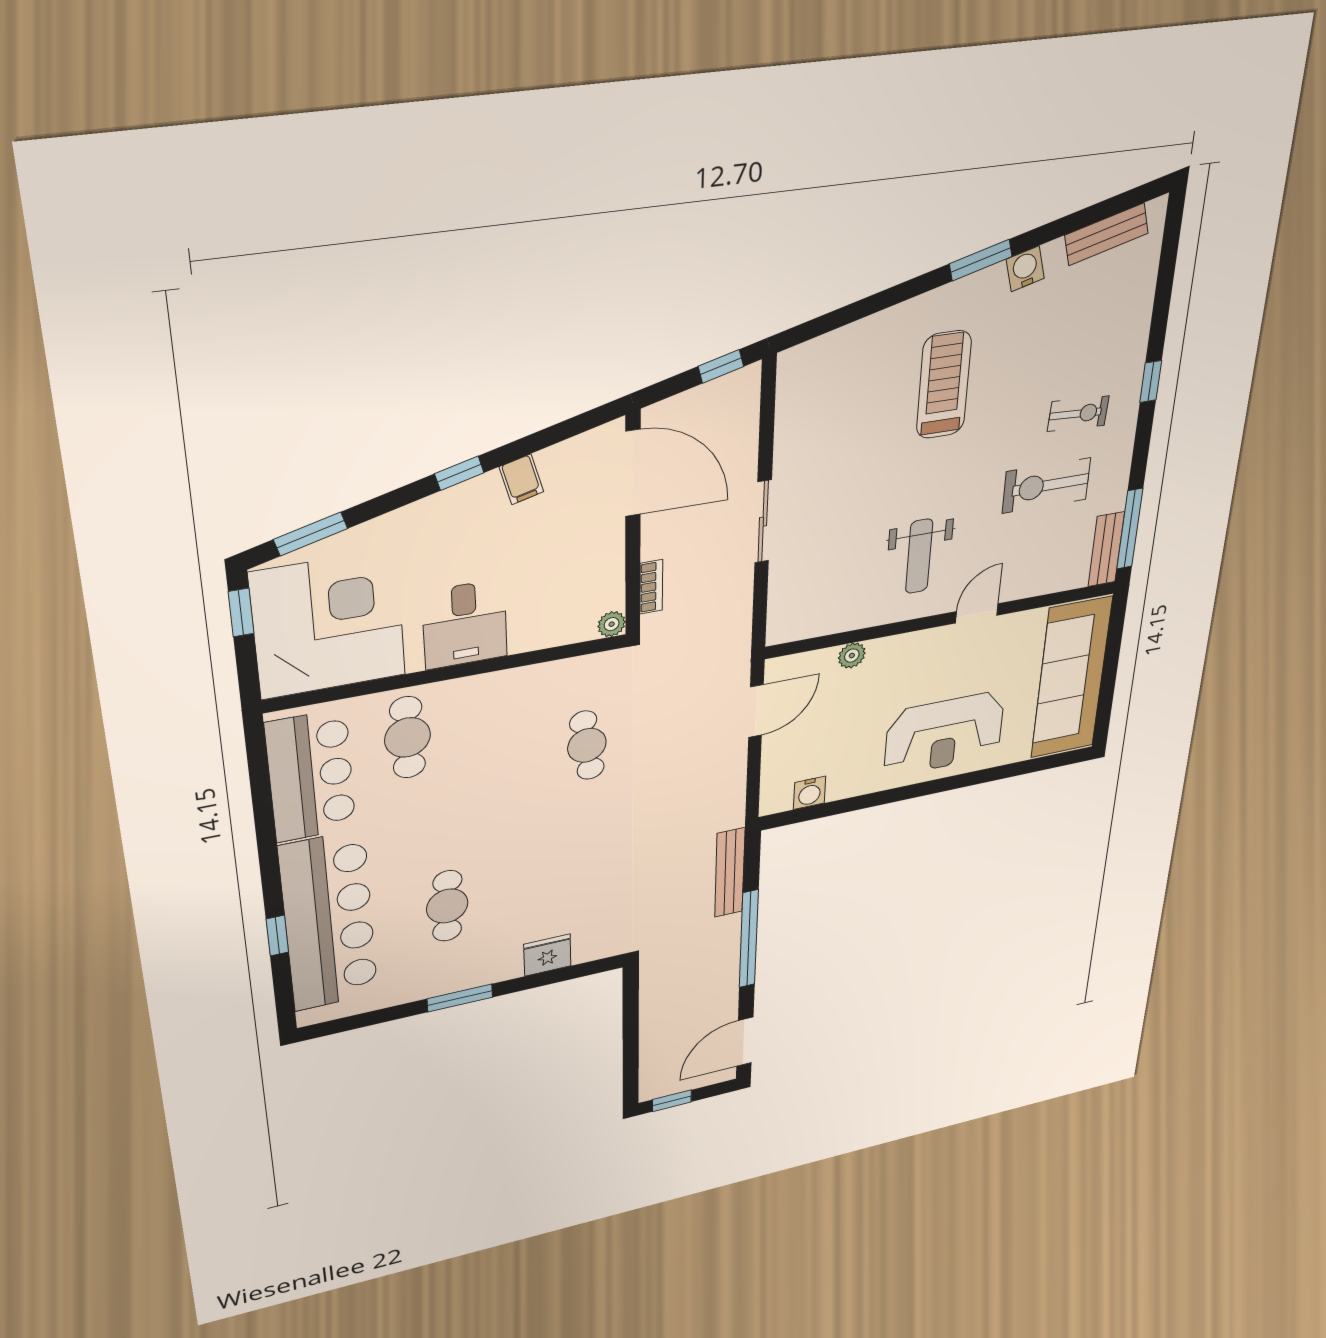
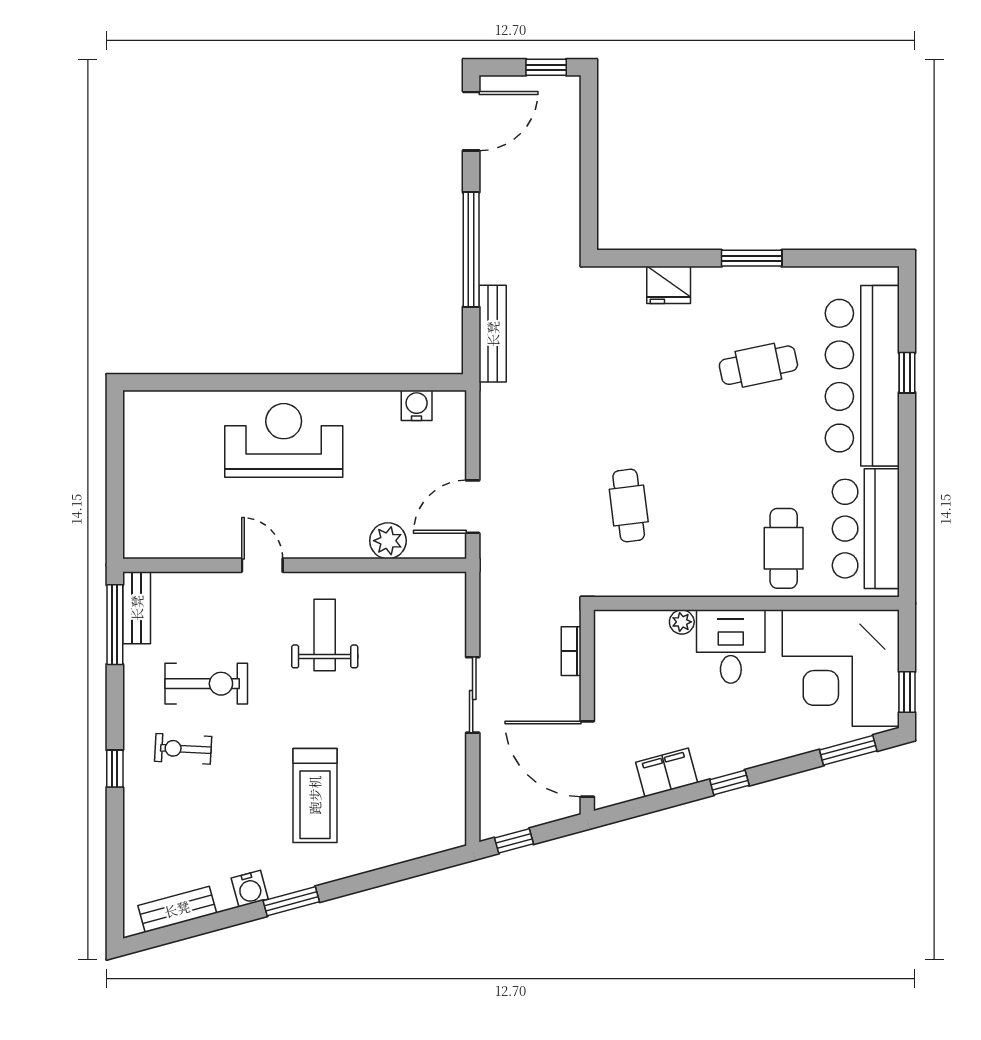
filing cabinet: (521, 479) -> (667, 772), width x2.00
door: (977, 613) -> (262, 565), swing flipped
plant: (612, 624) -> (682, 622), moved
plant: (852, 656) -> (388, 541), width x1.38, depth x1.38
sofa: (1071, 678) -> (155, 475), removed
cafe table: (447, 906) -> (758, 365), turned 75

